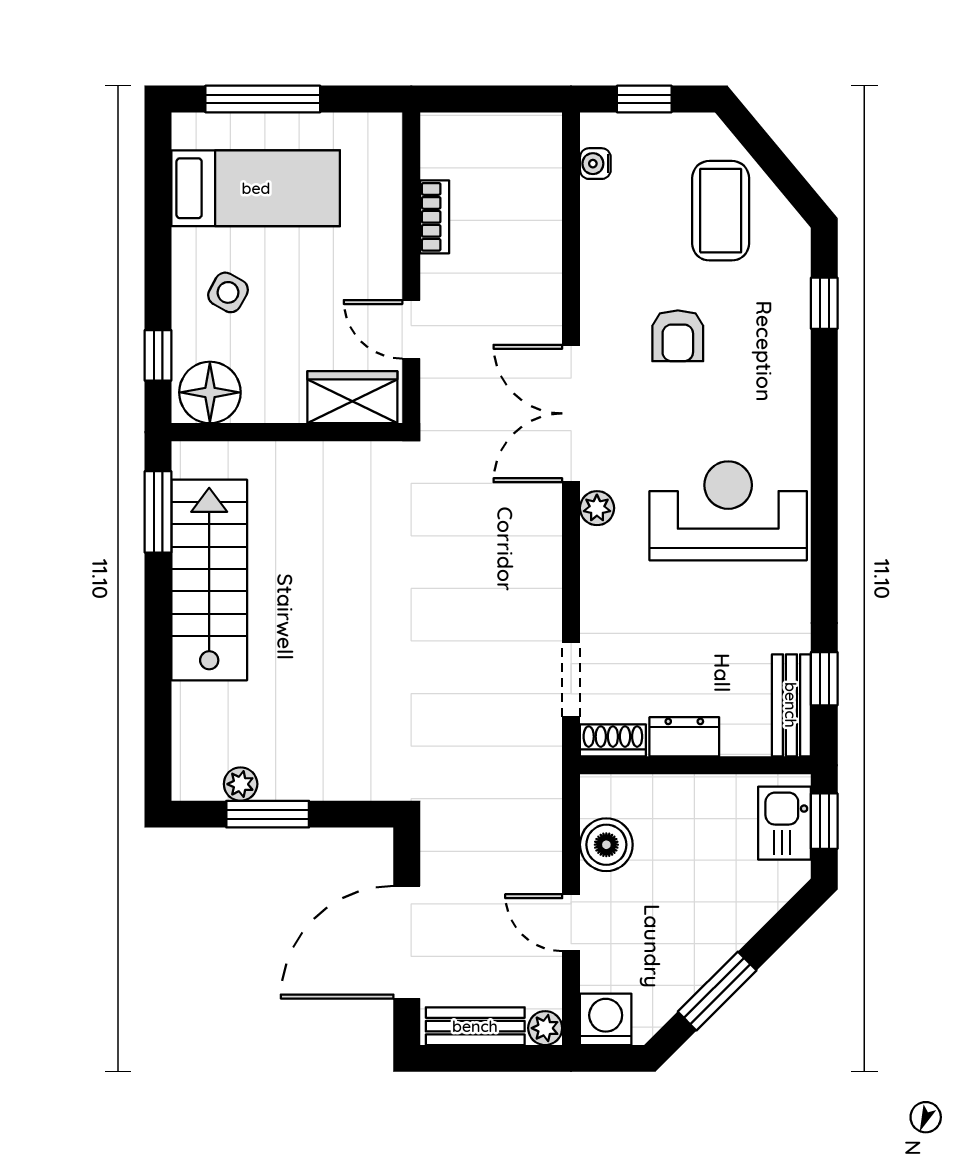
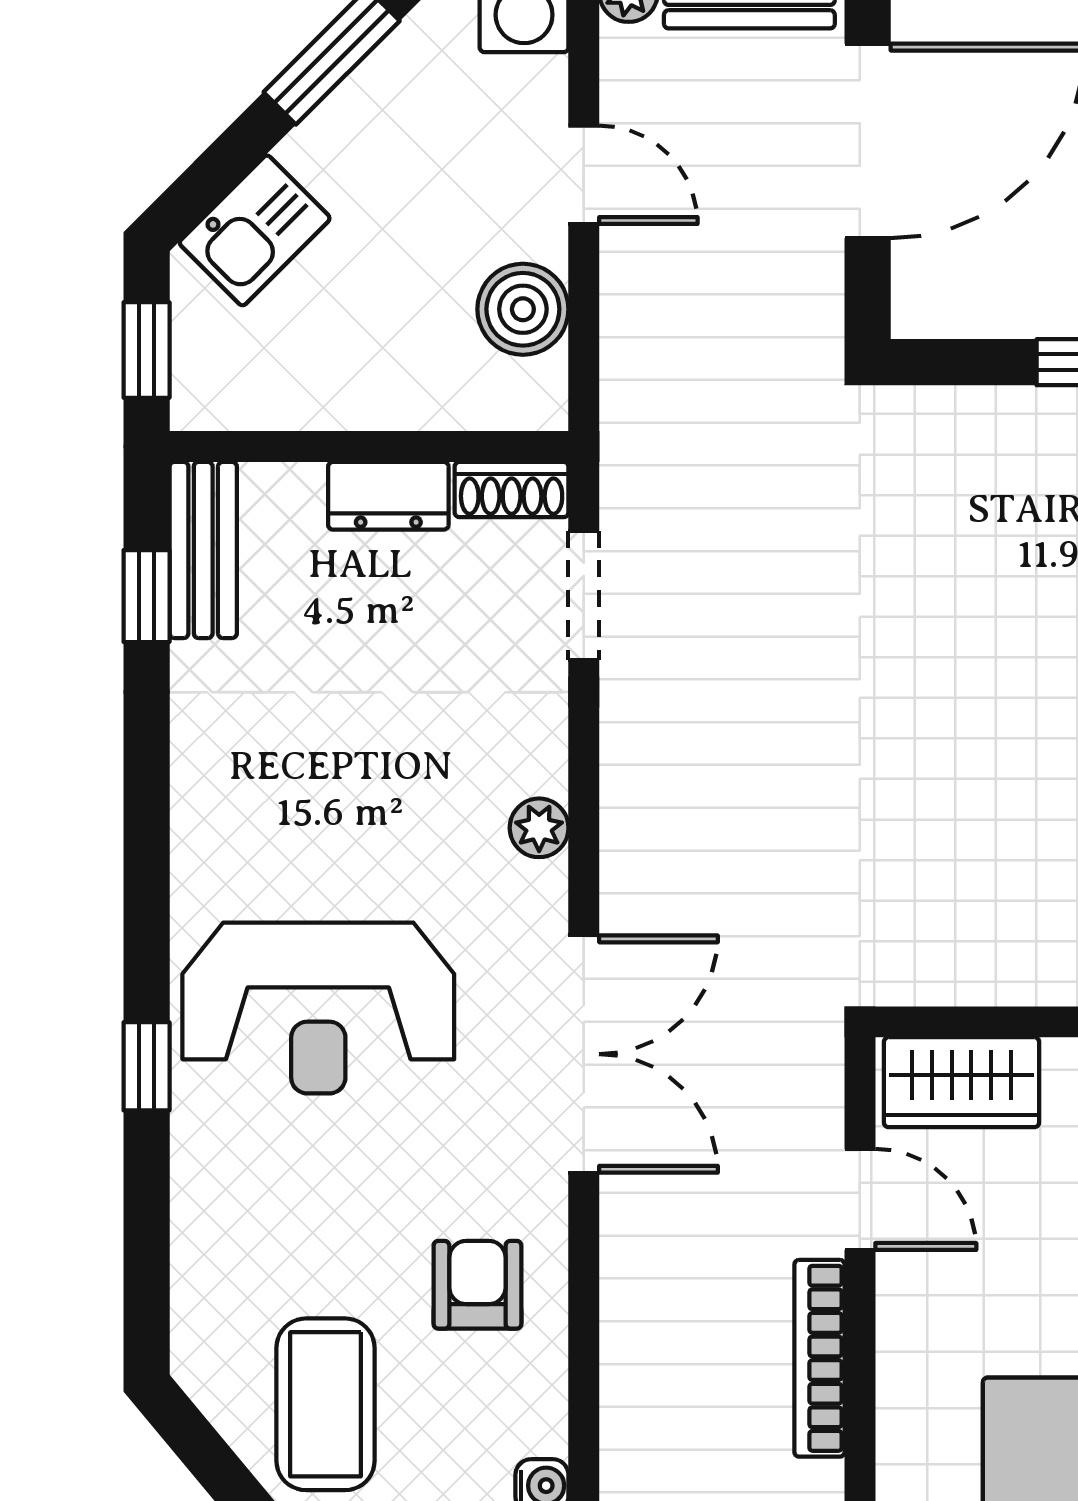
bookcase: (435, 217) -> (819, 1358), width x1.56
window: (824, 303) -> (147, 1066), moved
armchair: (678, 336) -> (477, 1285), moved
plant: (597, 508) -> (539, 828), moved
reception desk: (728, 511) -> (318, 1008), moved
kitchen sink: (784, 823) -> (255, 230), moved, turned 45

